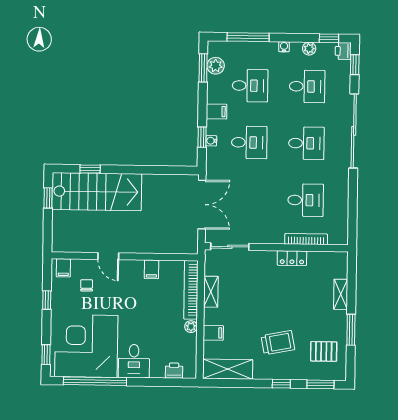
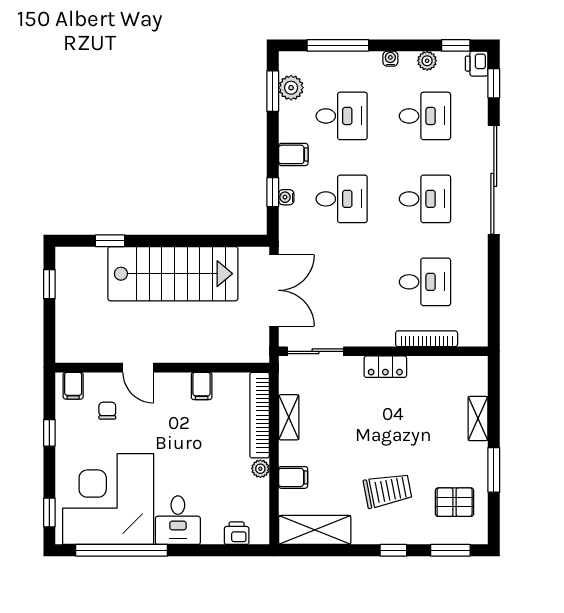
stairs: (97, 192) -> (173, 274), moved
locker: (292, 258) -> (385, 367), moved

